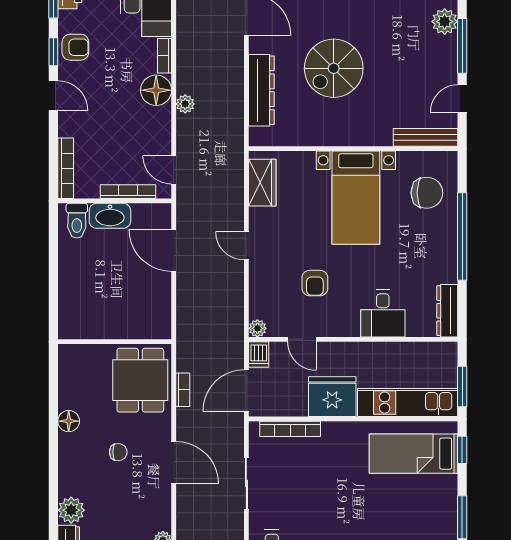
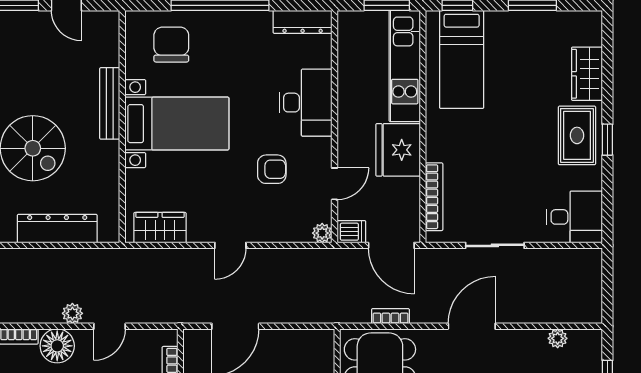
bench: (425, 137) -> (110, 103), moved
door: (174, 170) -> (110, 326), moved
desk: (383, 313) -> (306, 103), width x1.37

